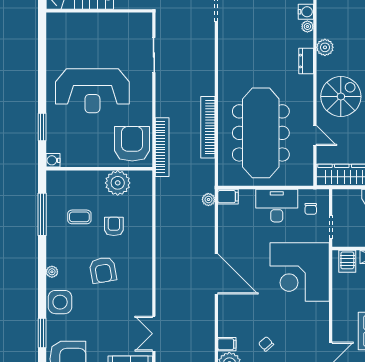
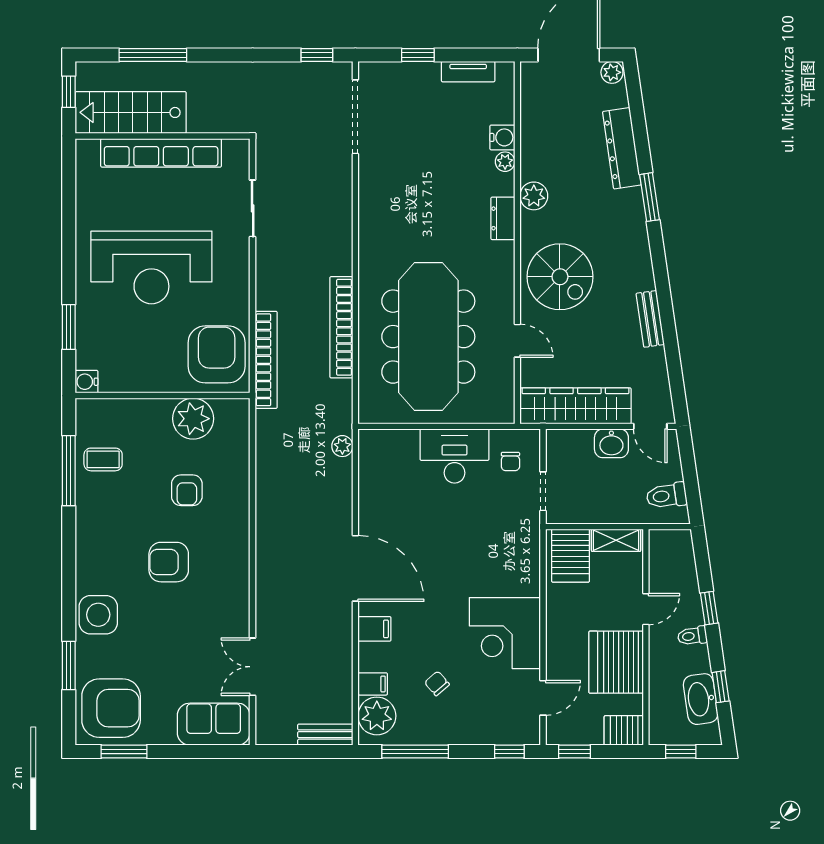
row of seats: (98, 21) -> (161, 153), added
spiral stairs: (341, 97) -> (560, 277), turned 90
filing cabinet: (228, 197) -> (374, 629), moved
coffee table: (79, 217) -> (103, 459), moved
armchair: (114, 226) -> (187, 490), turned 180
server rack: (347, 261) -> (571, 556), width x1.36, depth x1.44
armchair: (103, 270) -> (169, 562), turned 100
plant: (52, 272) -> (85, 565), removed
corner desk: (300, 272) -> (505, 633), moved, width x0.74, depth x0.74

